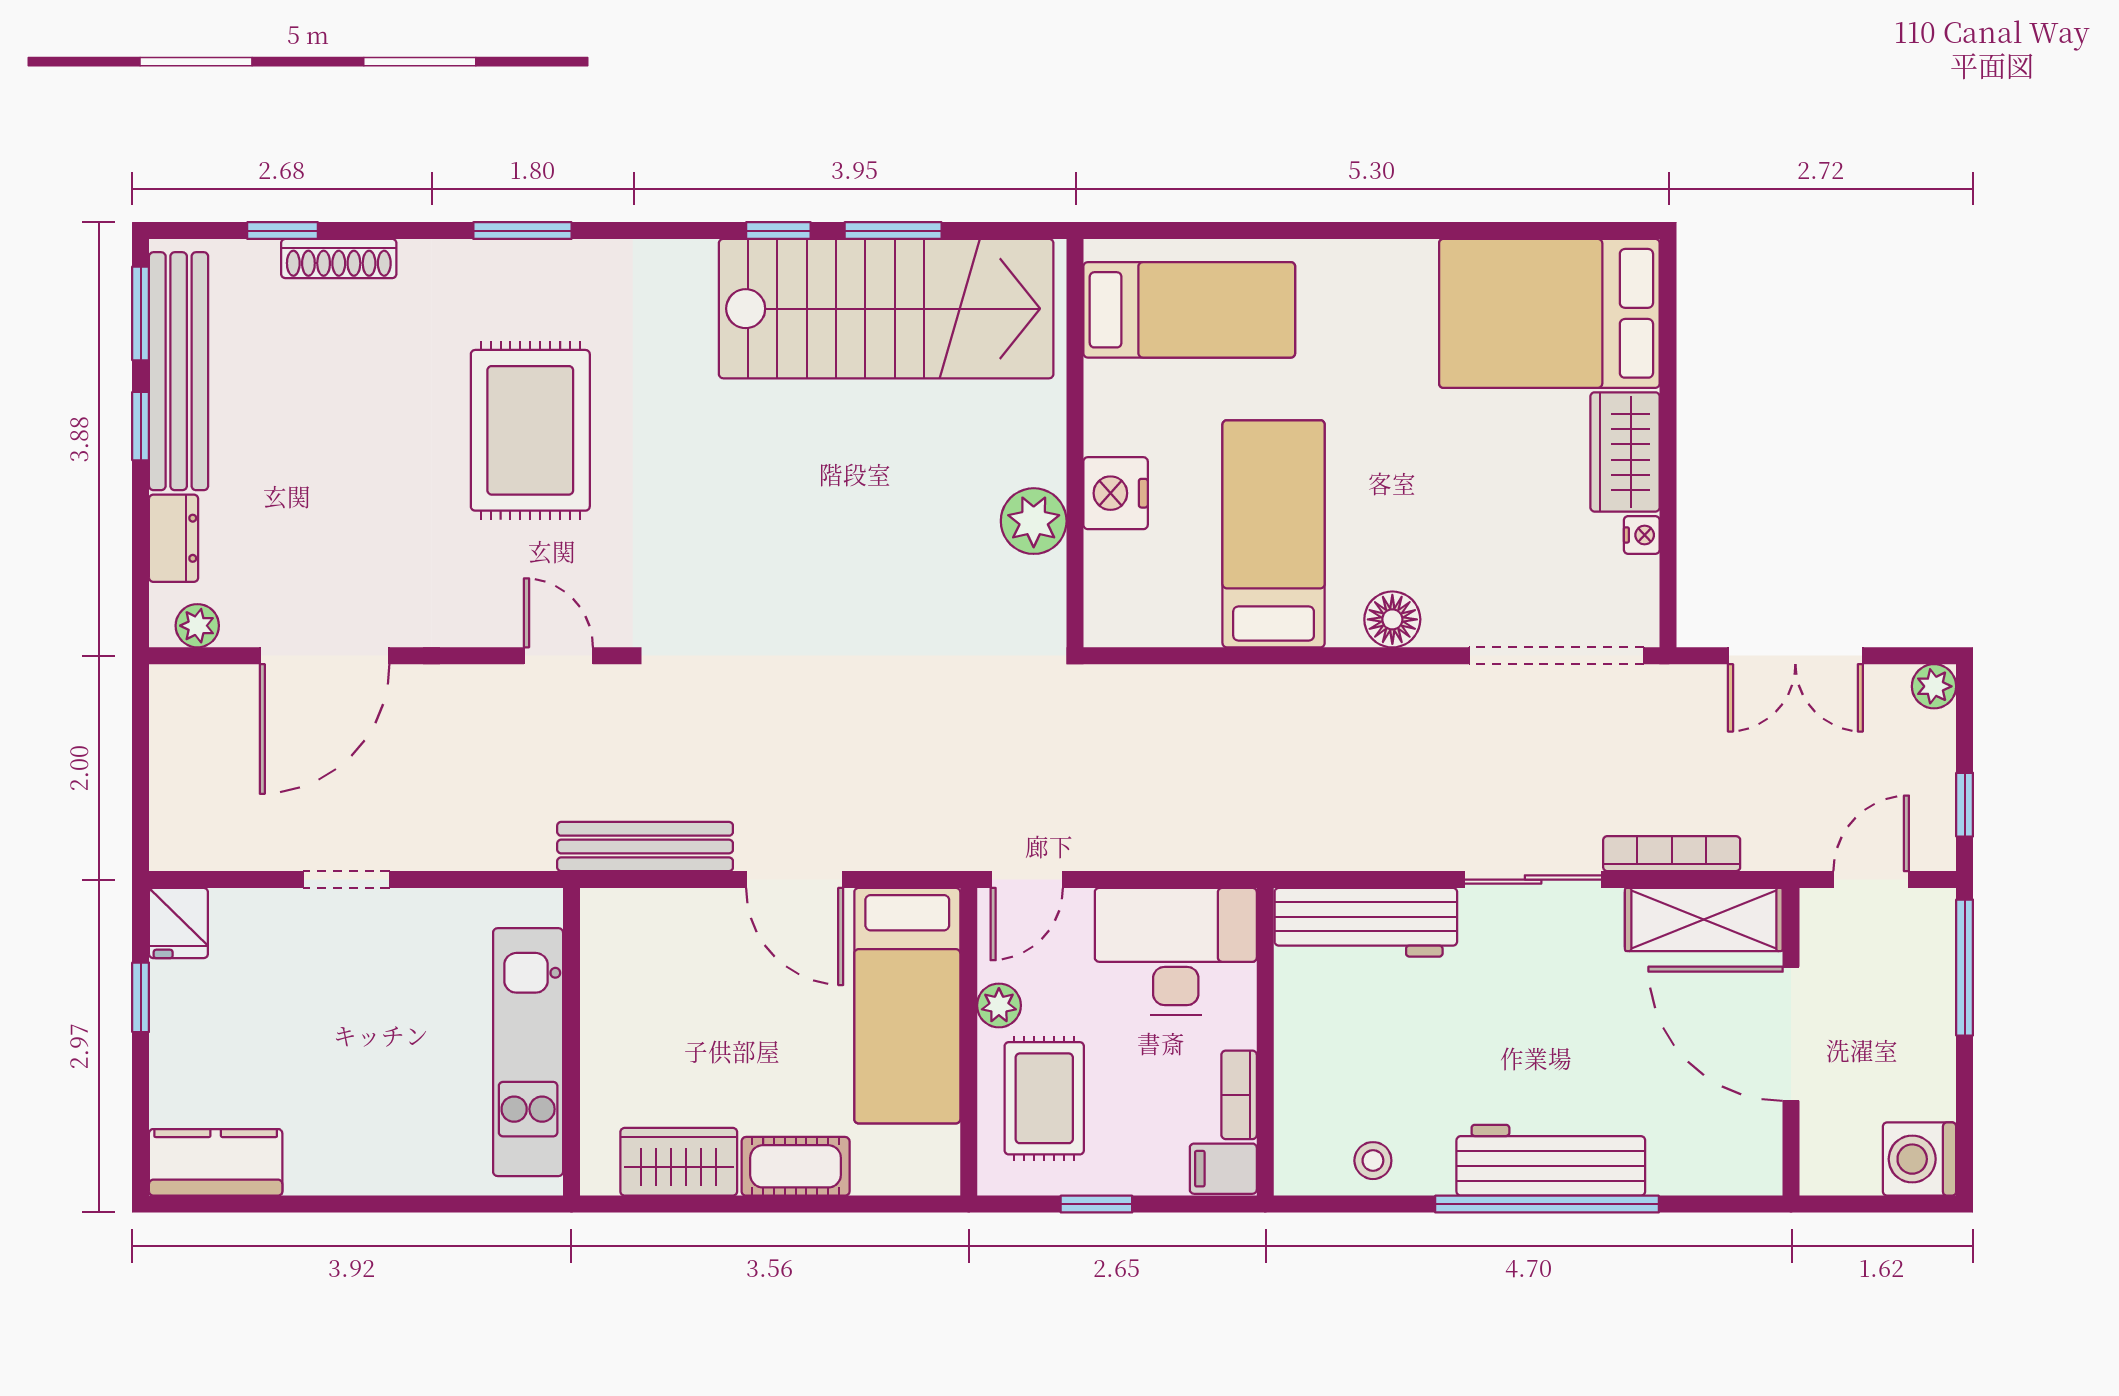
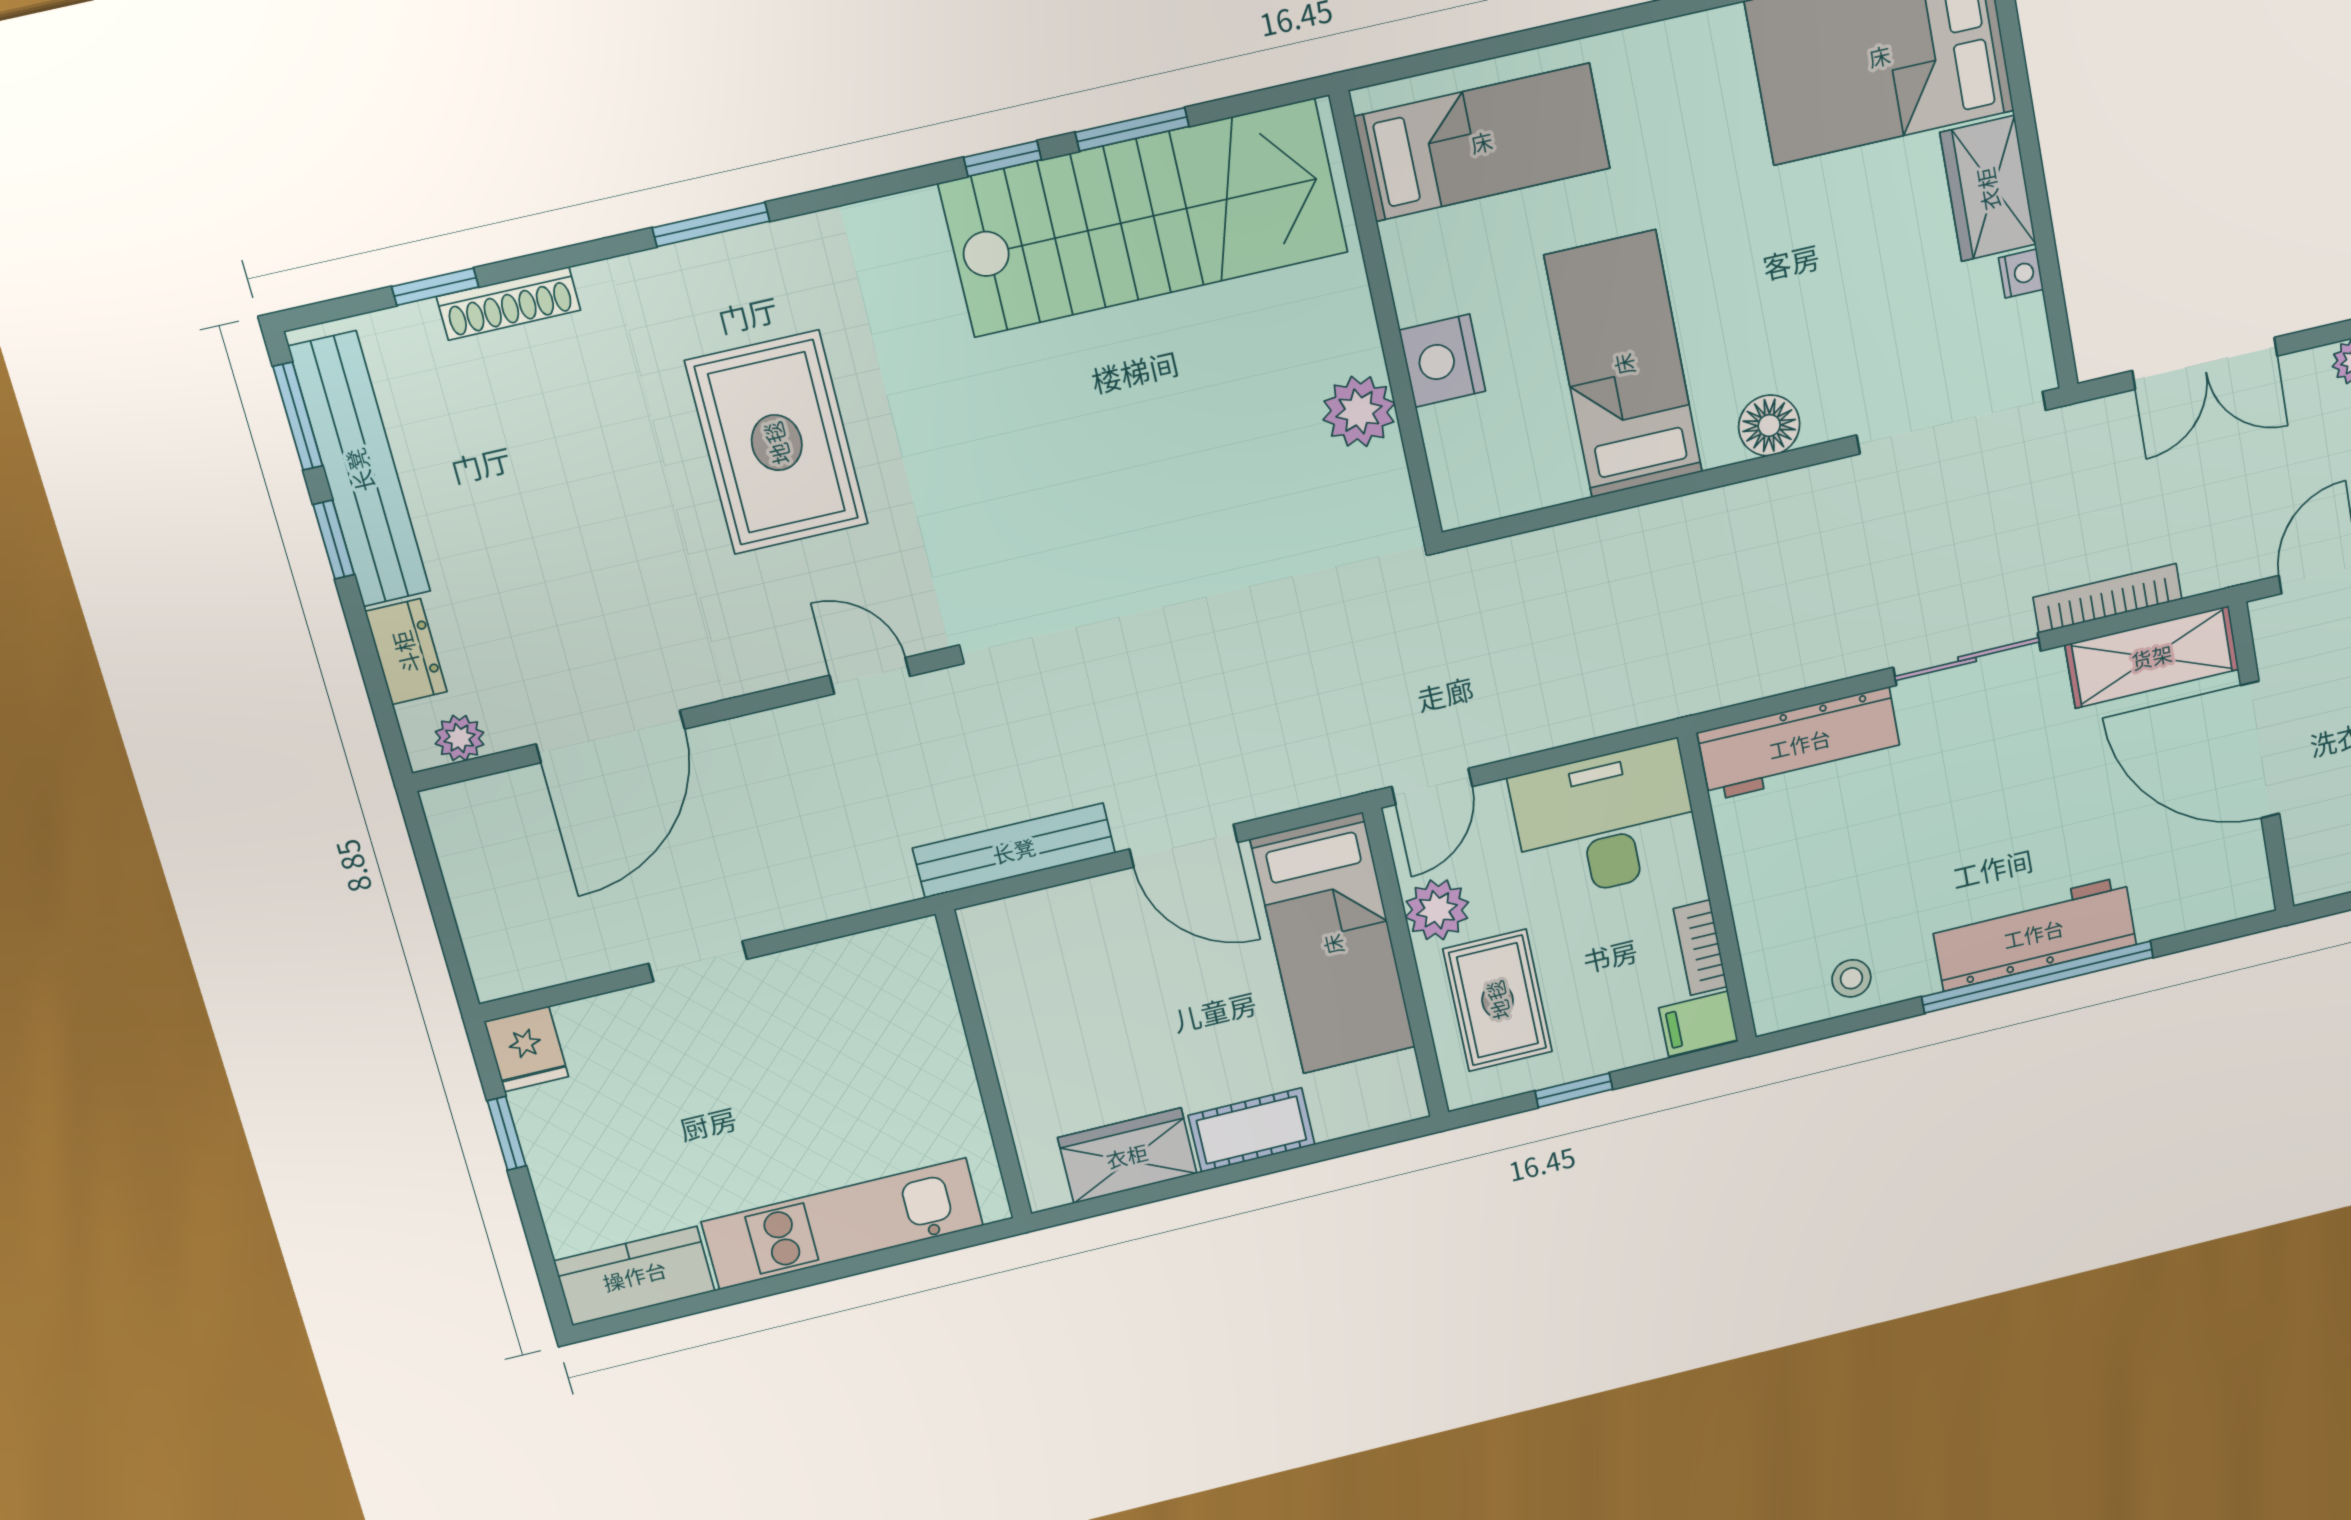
plant: (999, 1005) -> (1437, 910), width x1.38, depth x1.38
kitchen unit: (528, 1052) -> (843, 1224), moved, turned 90

